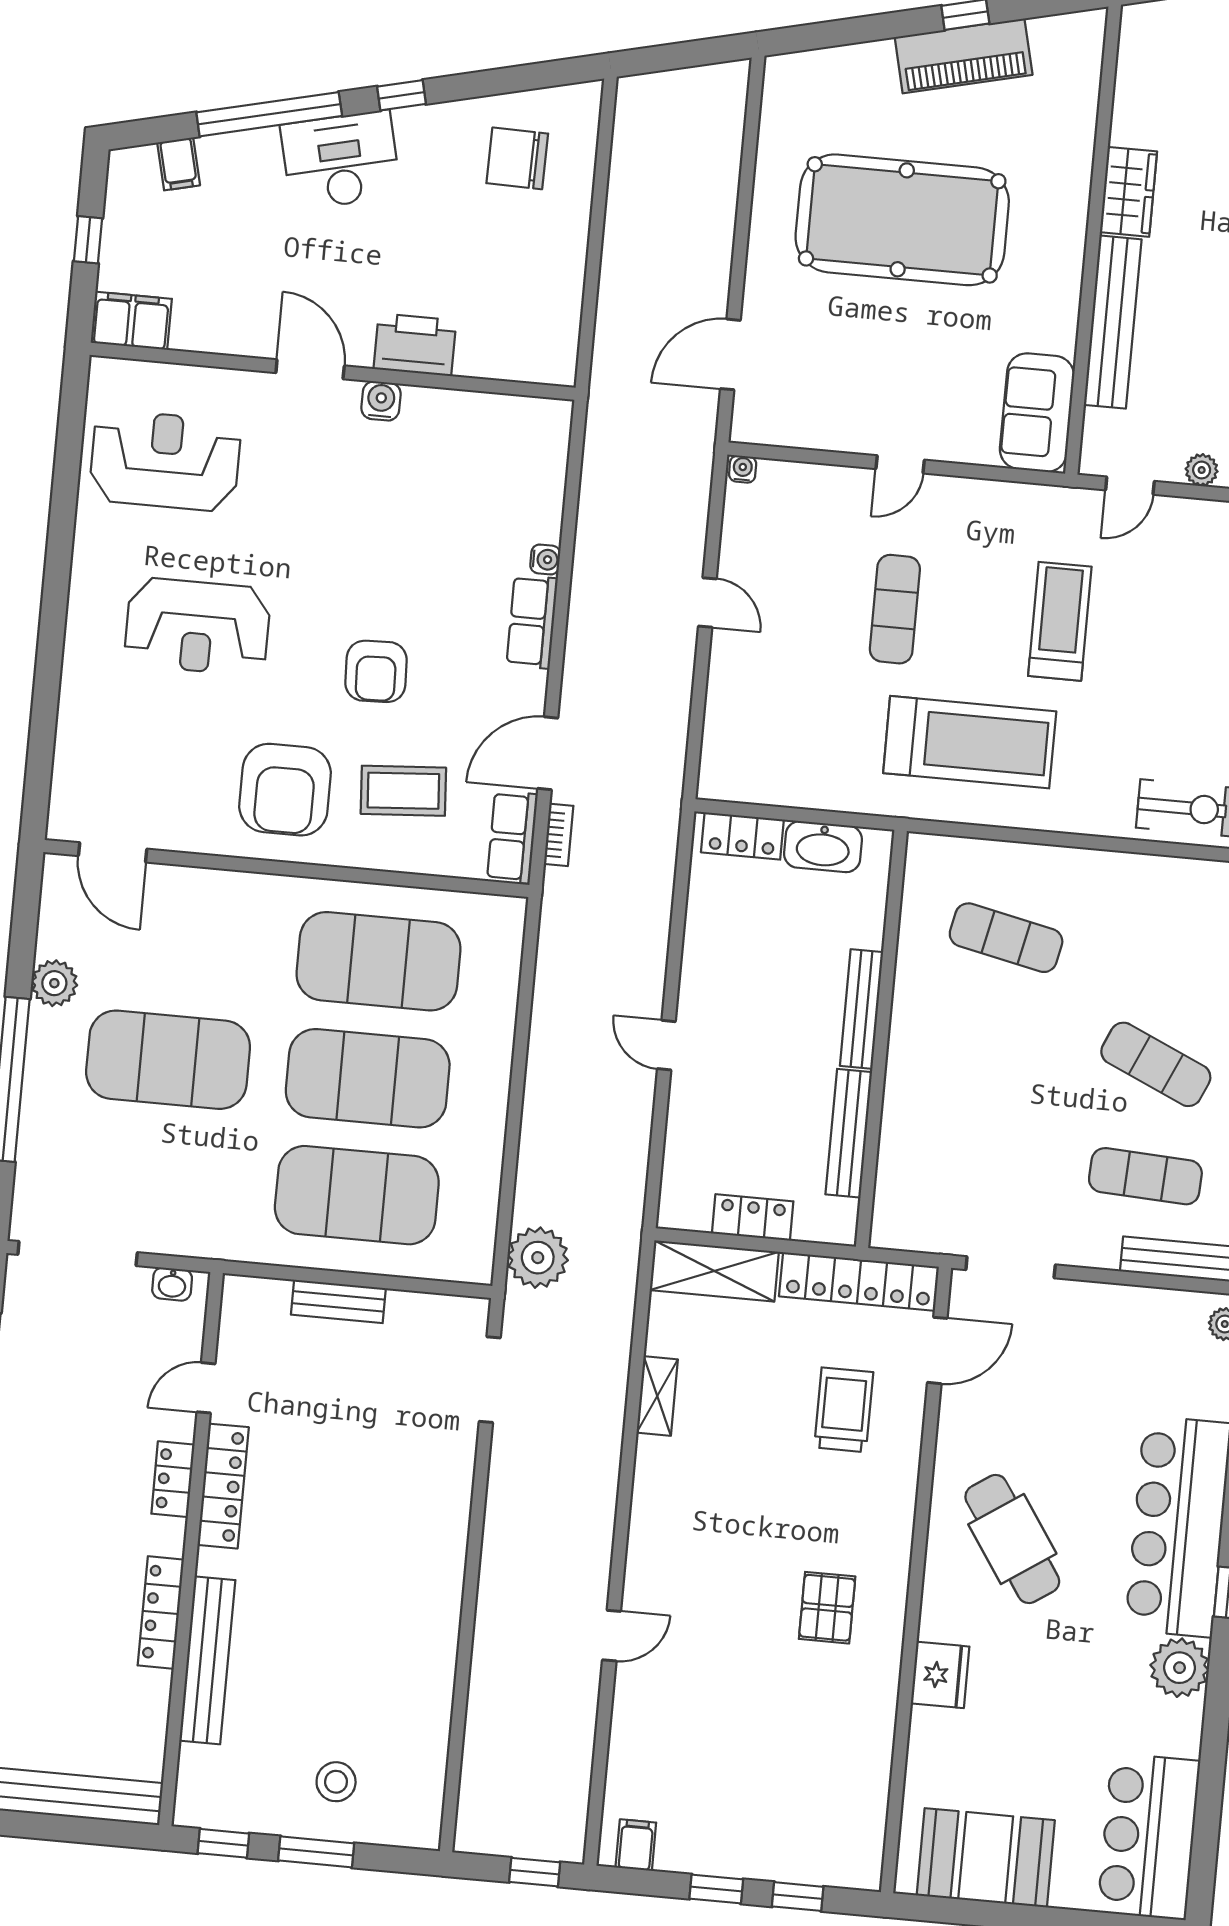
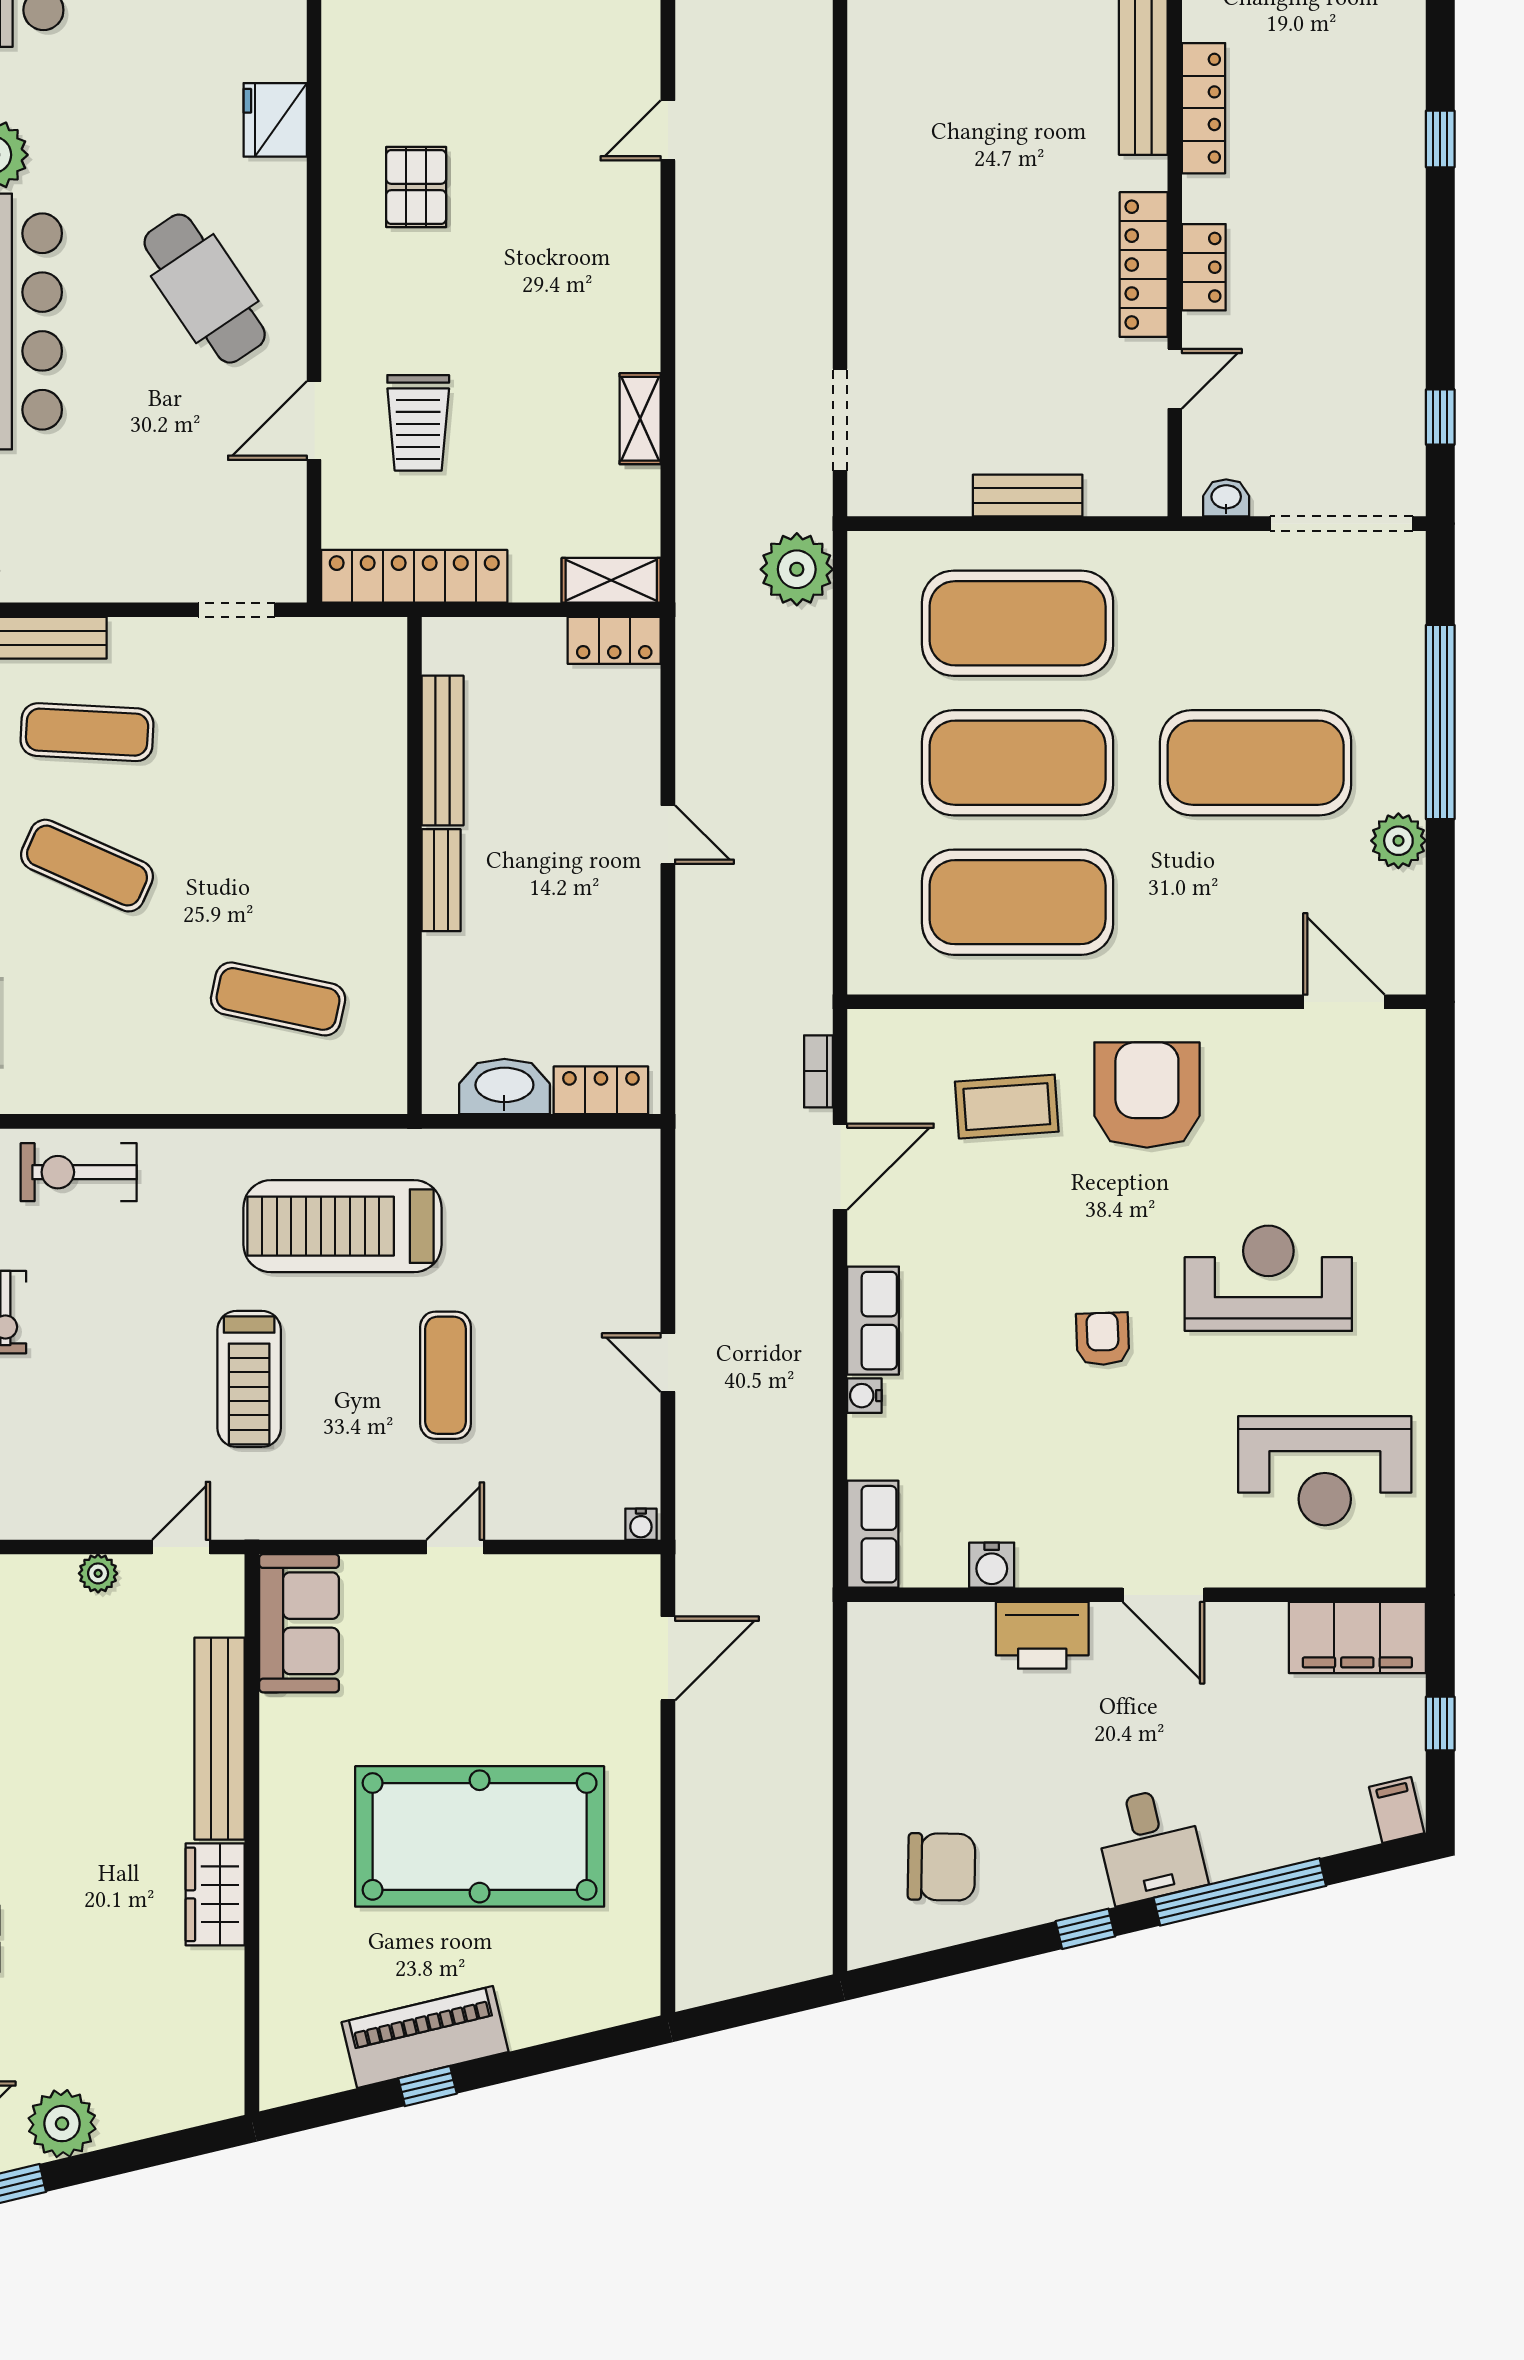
desk: (341, 160) -> (1150, 1845), width x0.73
filing cabinet: (179, 164) -> (1397, 1810), moved
filing cabinet: (131, 321) -> (1357, 1638), width x1.50, depth x1.17
water cooler: (381, 401) -> (992, 1565), moved
armchair: (376, 671) -> (1103, 1339), moved, width x0.72, depth x0.72
row of seats: (512, 837) -> (873, 1534), moved
bench: (862, 1009) -> (441, 880), width x0.73
locker: (753, 1217) -> (614, 640), moved
doorway: (1011, 1267) -> (237, 610), width x0.73
shelving: (714, 1271) -> (611, 580), width x0.67, depth x0.75
door: (937, 1350) -> (314, 421), moved

